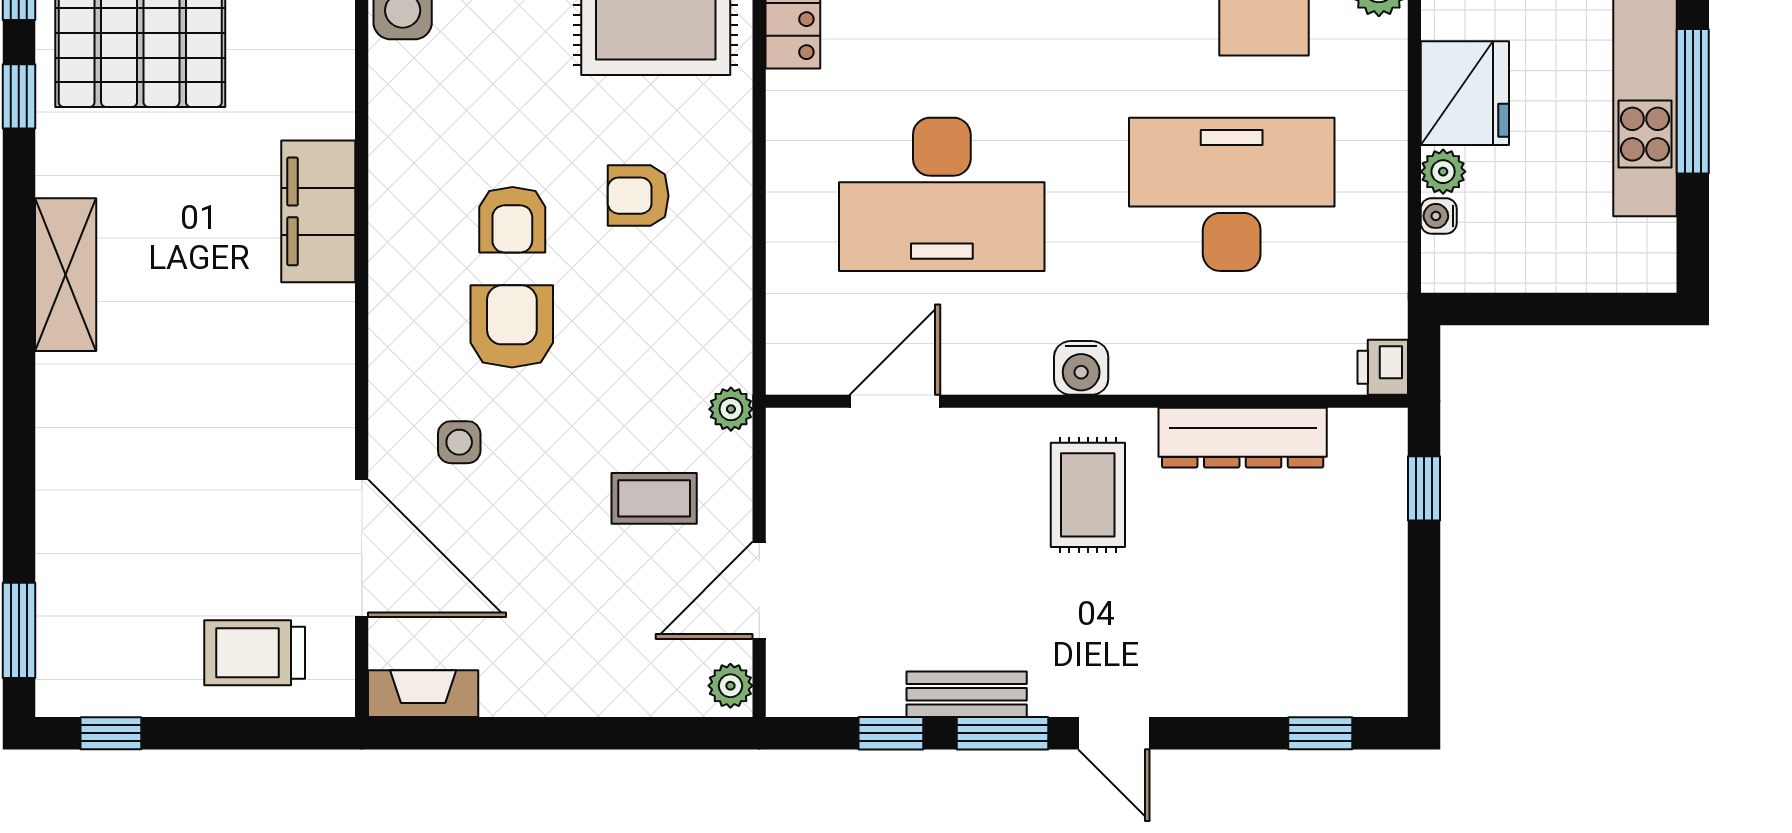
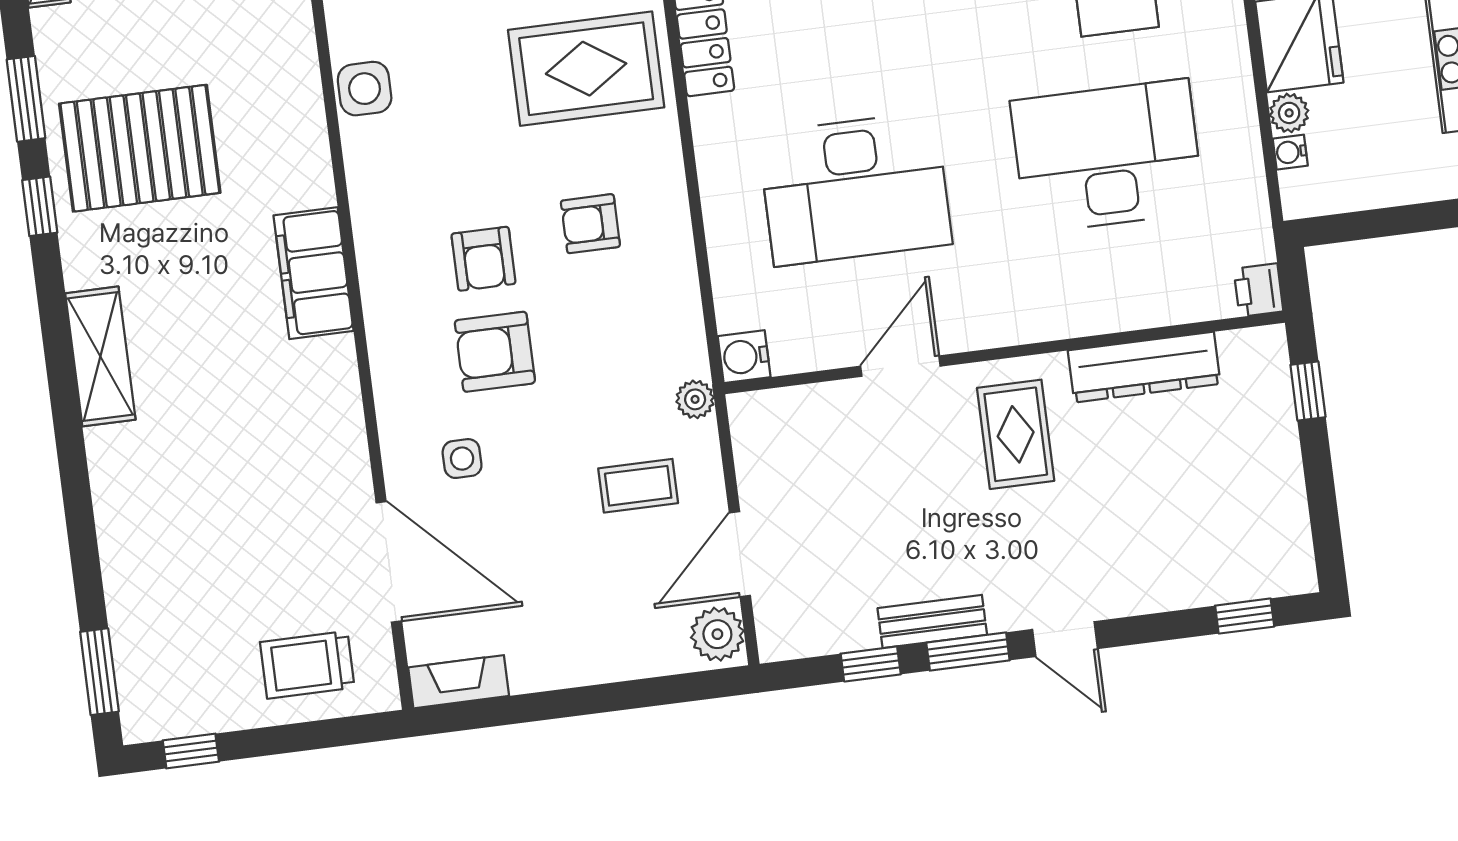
armchair: (512, 326) -> (495, 352), turned -90
water cooler: (1081, 368) -> (744, 357), moved, turned 90
door: (895, 401) -> (900, 366), moved
plant: (730, 686) -> (717, 634), width x1.38, depth x1.38

